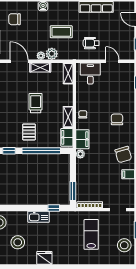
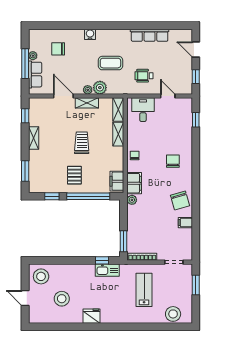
shelving: (68, 117) -> (118, 134), moved
kitchen sink: (39, 217) -> (107, 270), moved
stool: (124, 245) -> (173, 314), moved

